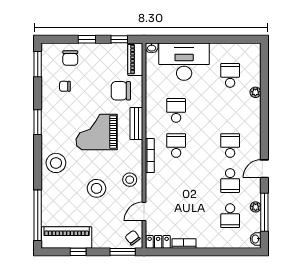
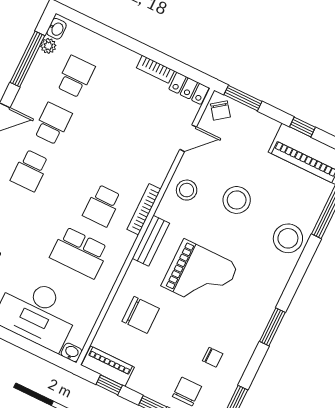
piano: (135, 59) -> (108, 366), moved, turned -90
school desk: (176, 110) -> (79, 253), width x1.85
bench: (136, 124) -> (151, 241), moved
stool: (56, 163) -> (288, 238), moved
plant: (256, 207) -> (48, 46), moved

